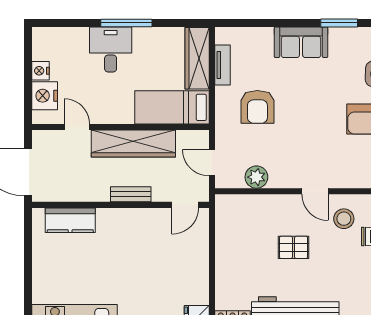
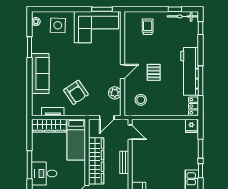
sofa: (301, 42) -> (40, 74), width x1.36
armchair: (257, 107) -> (76, 92), turned 56
door: (315, 191) -> (123, 72), moved
stool: (344, 219) -> (141, 100), moved

